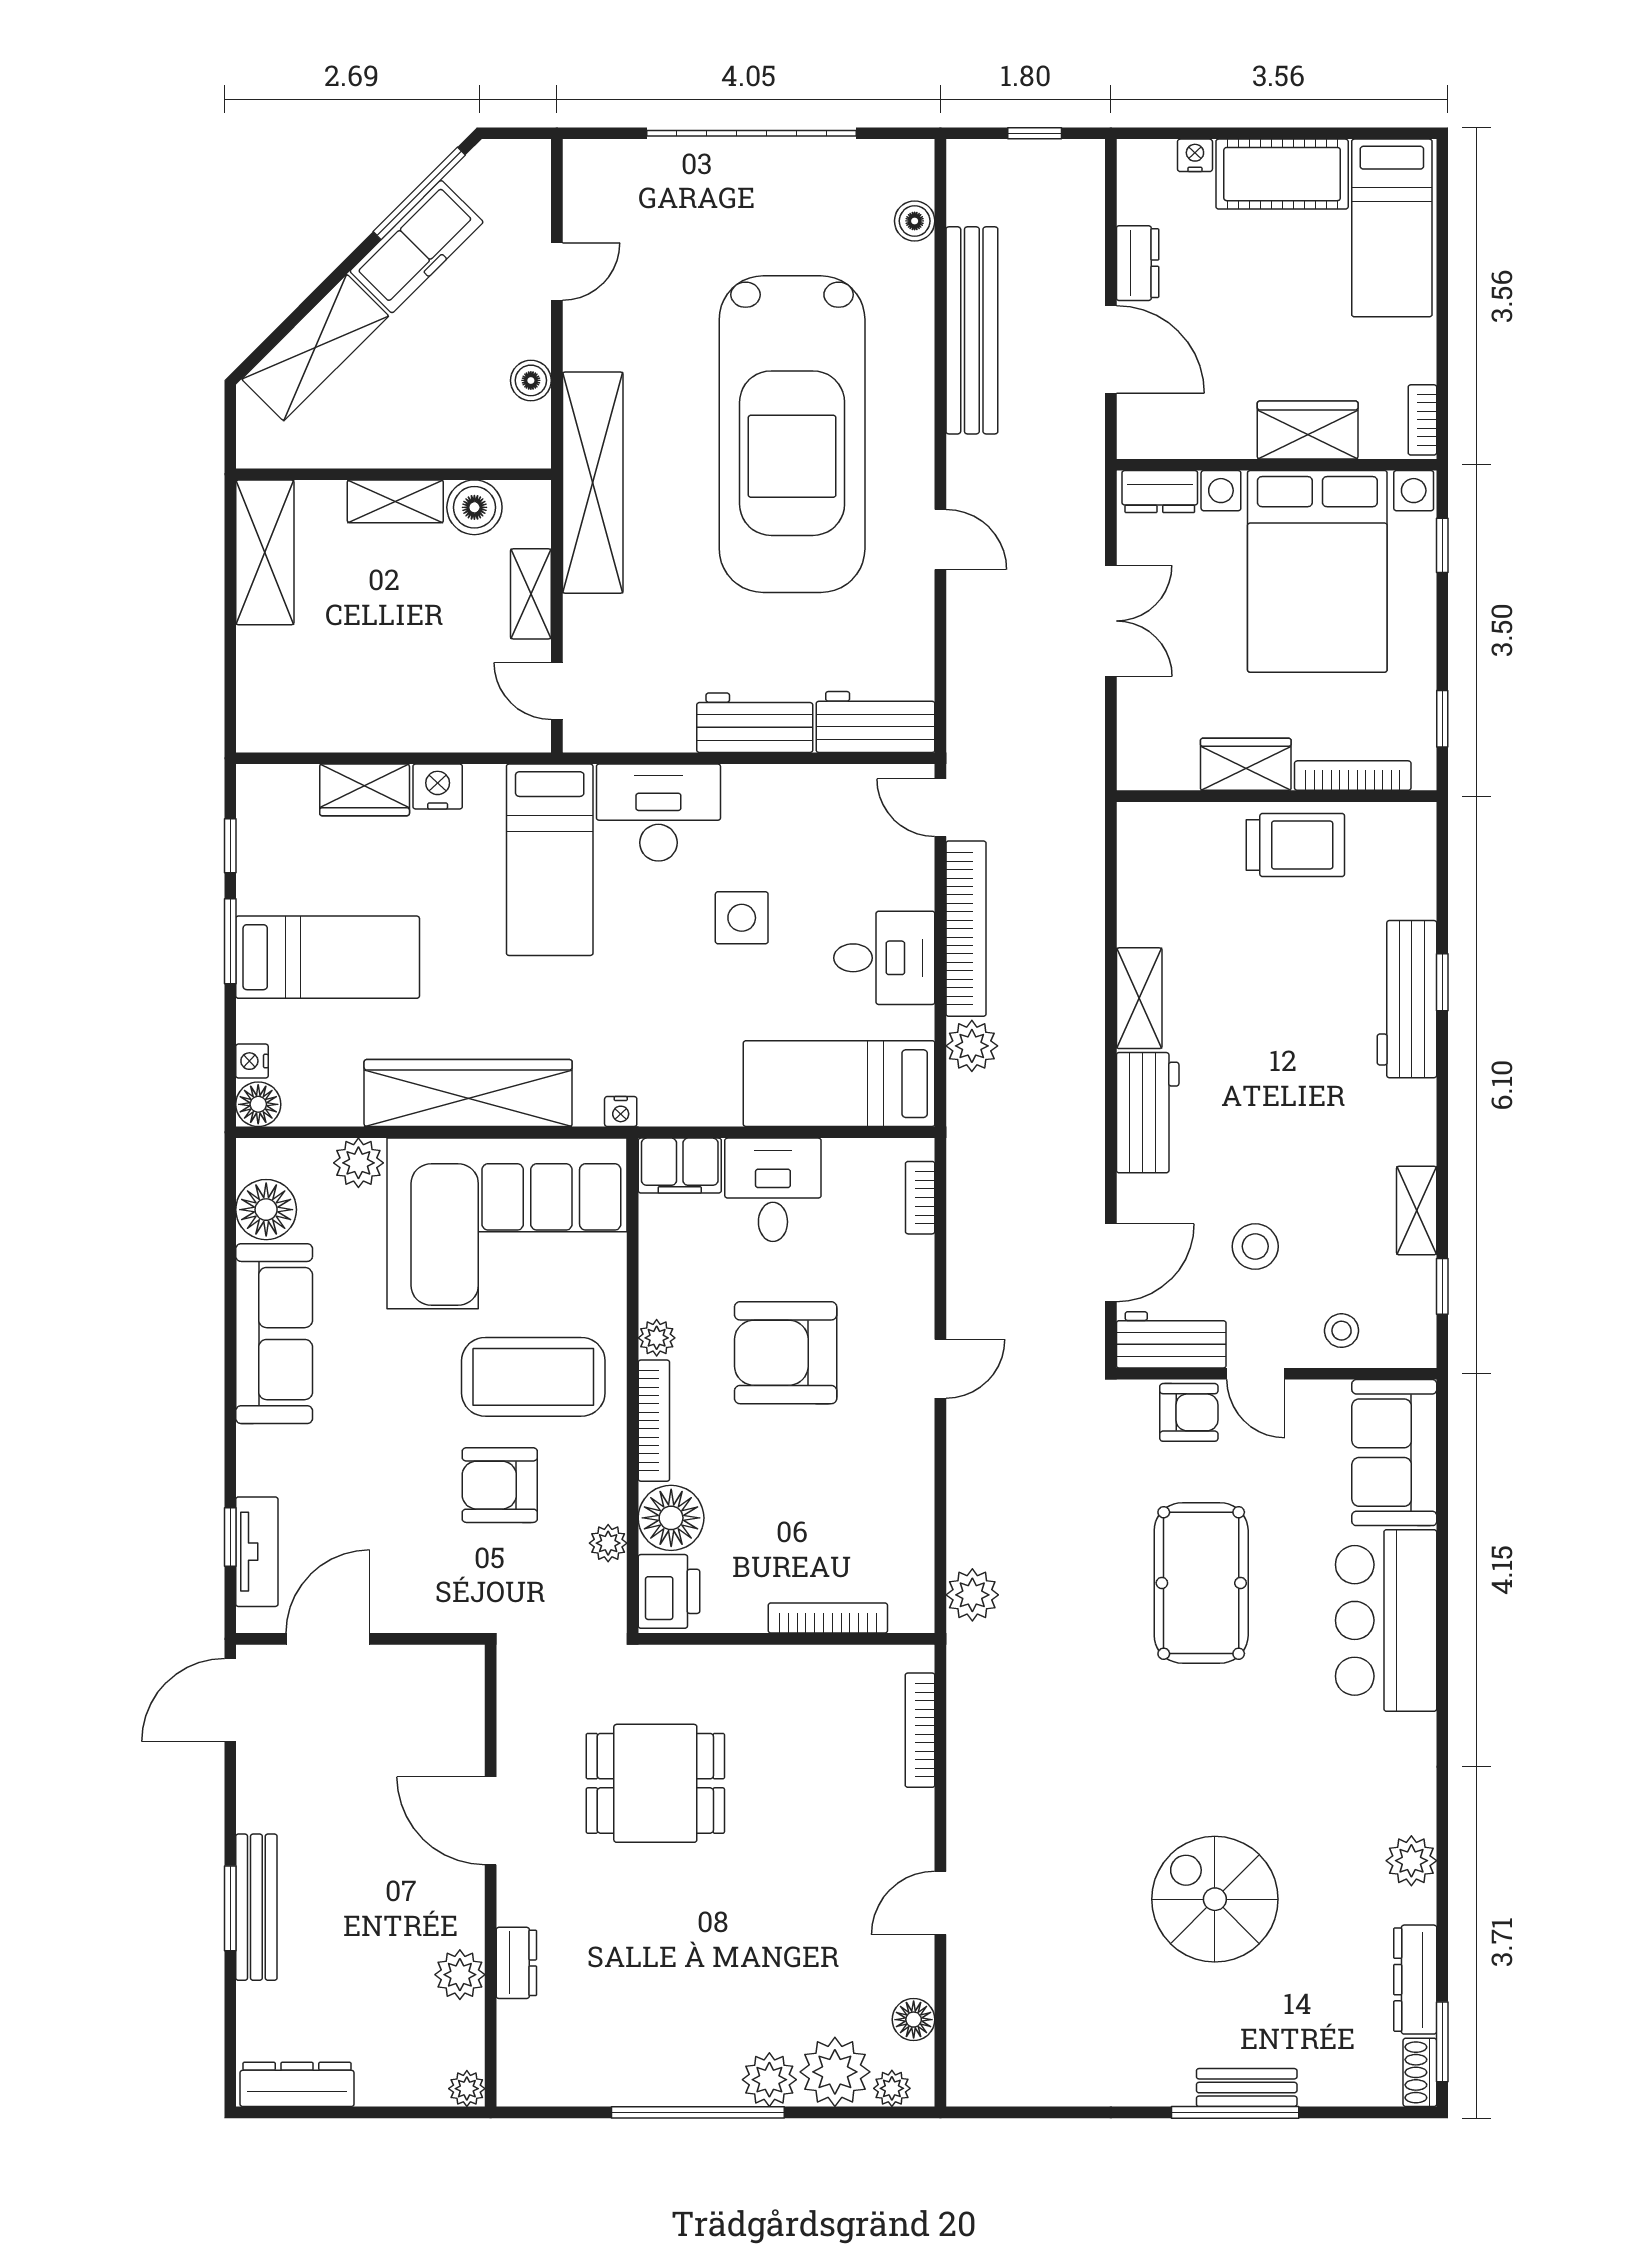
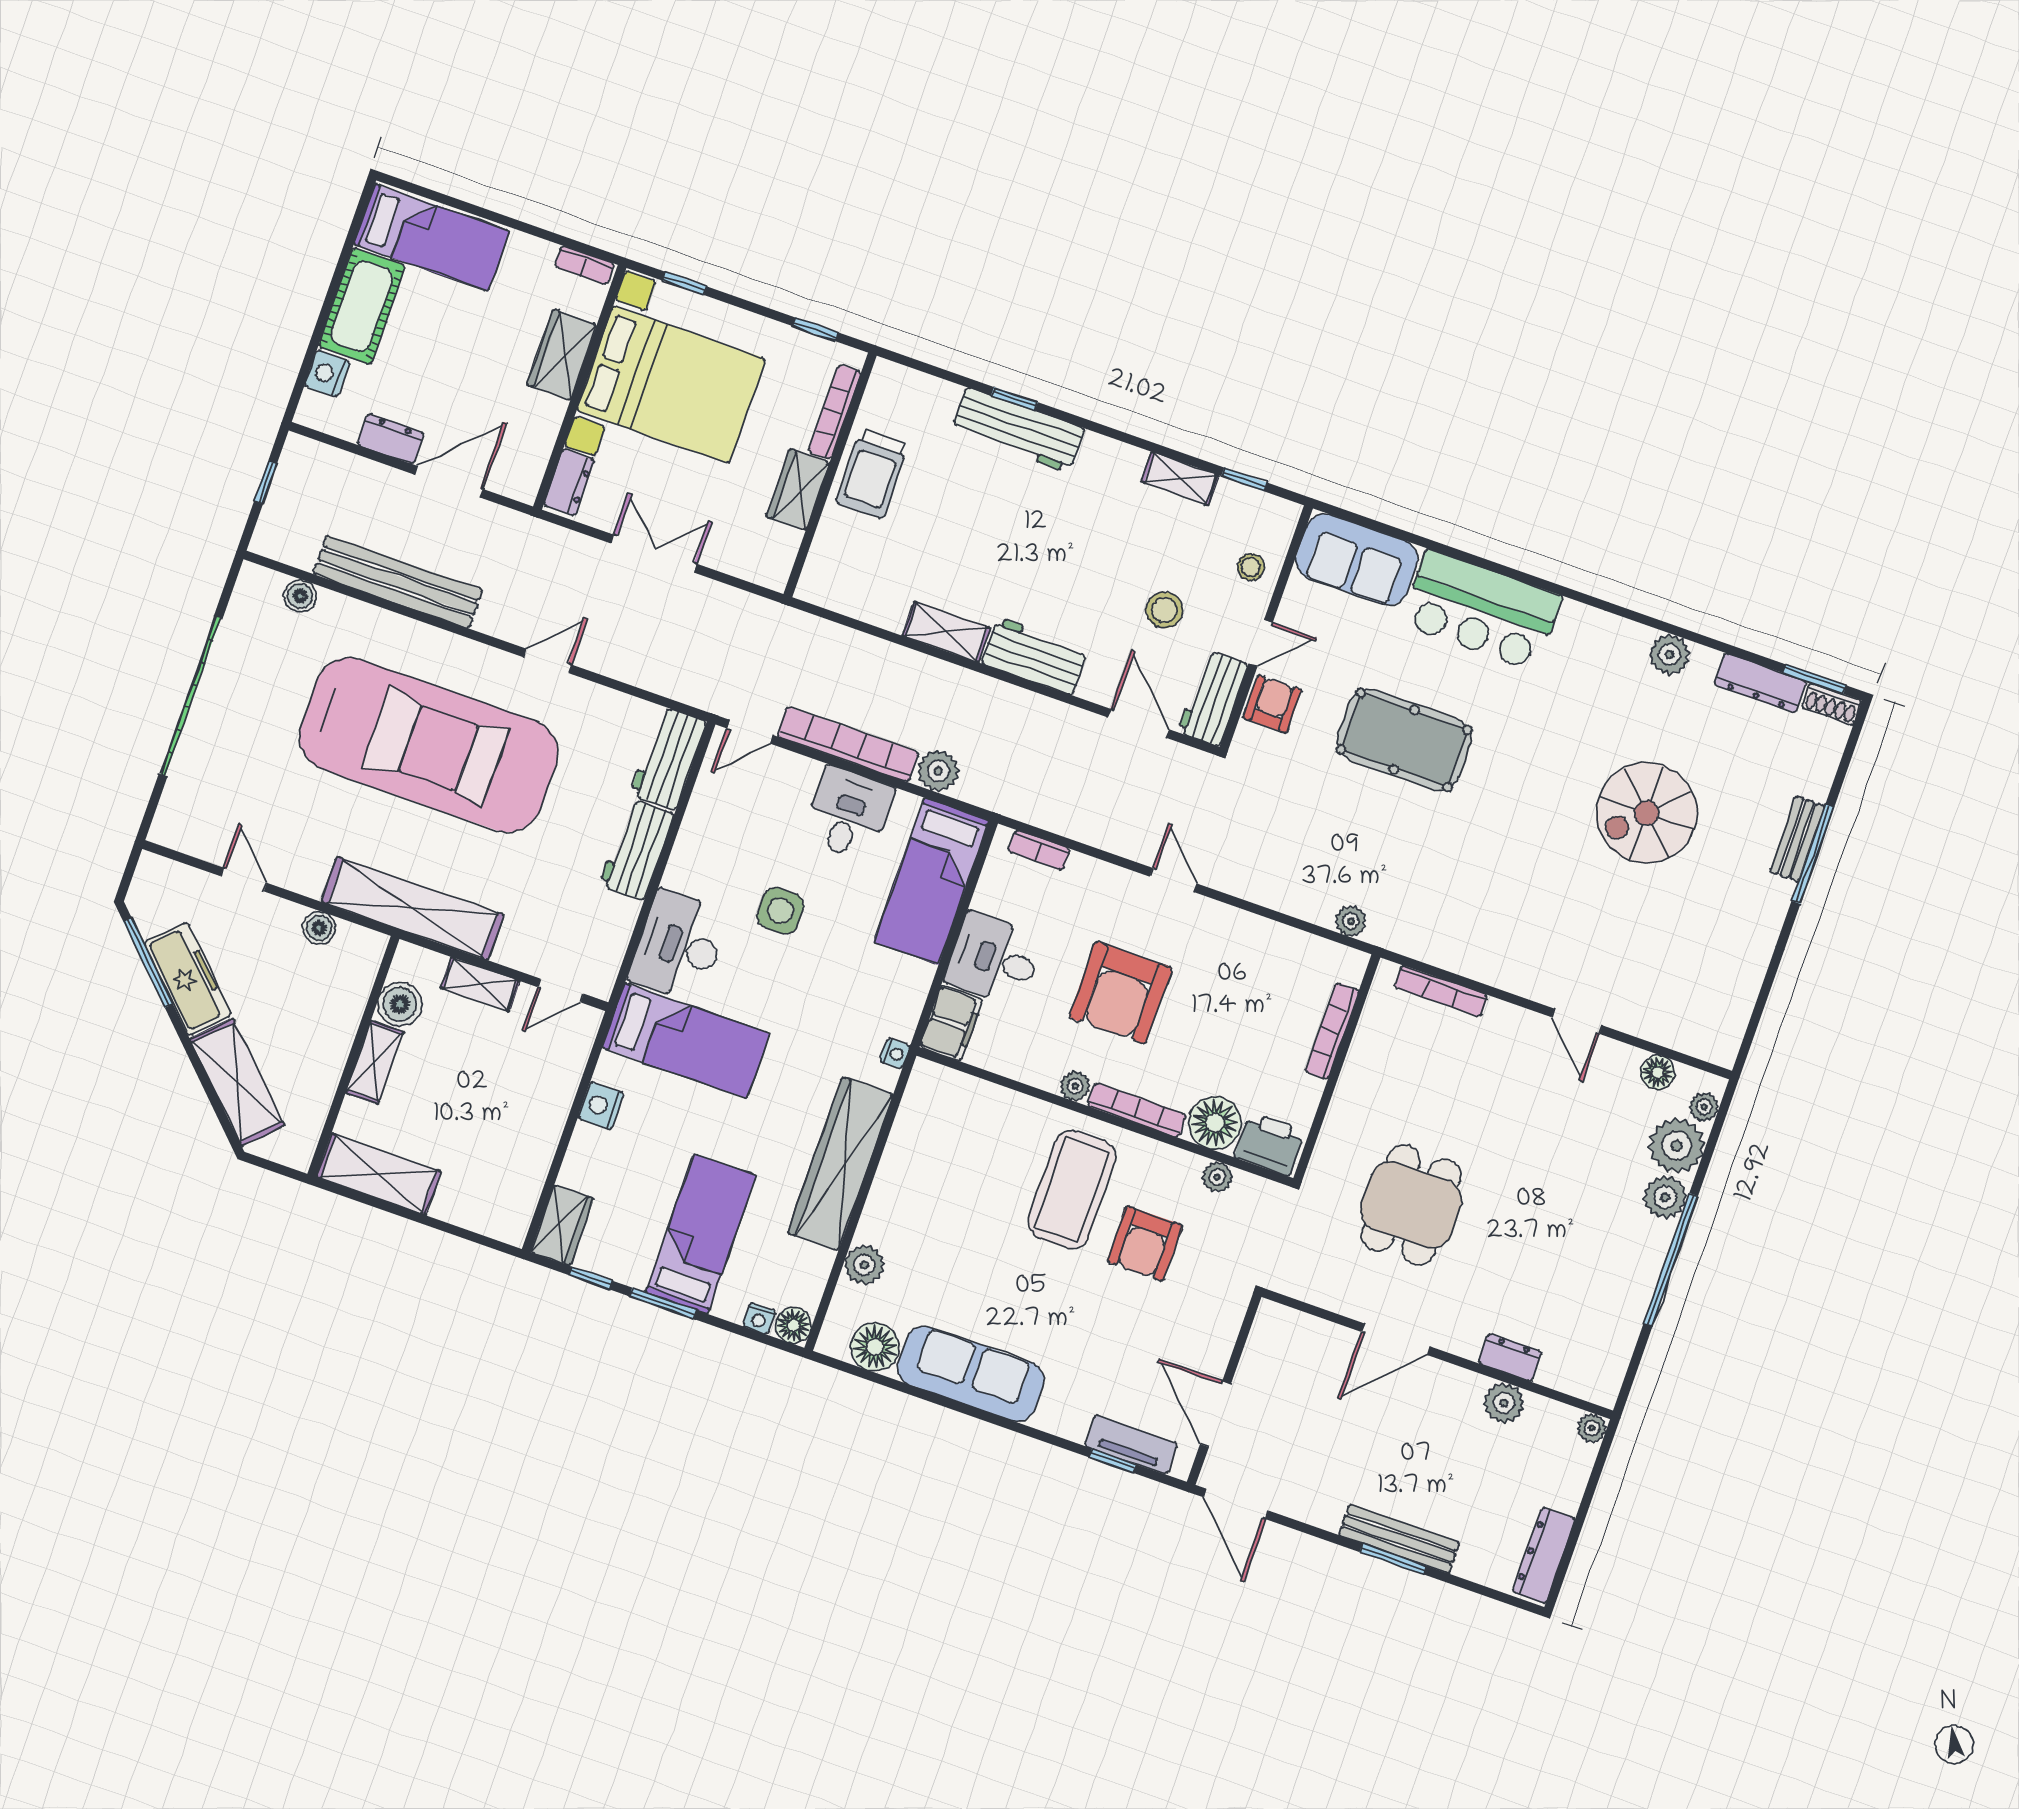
nightstand: (1195, 155) -> (327, 374), width x1.39, depth x1.35
wardrobe: (365, 790) -> (562, 1225), moved
trolley: (1295, 845) -> (872, 474), turned 180
corner sofa: (507, 1223) -> (949, 1169), removed
plant: (972, 1595) -> (1351, 921), width x0.73, depth x0.73

